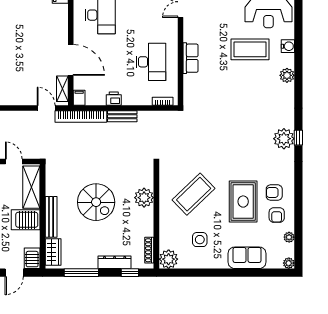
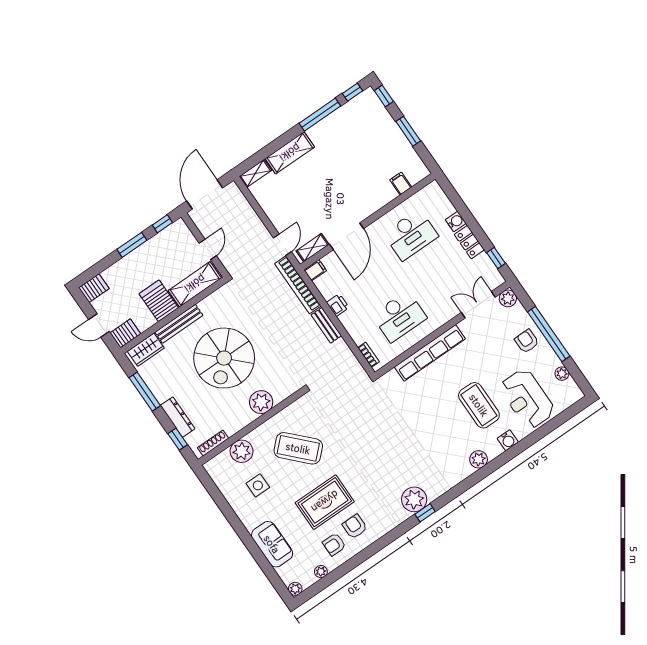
row of seats: (191, 58) -> (430, 353), width x2.02
spiral stairs: (96, 202) -> (224, 358), width x1.37, depth x1.37
plant: (169, 259) -> (242, 451), moved

